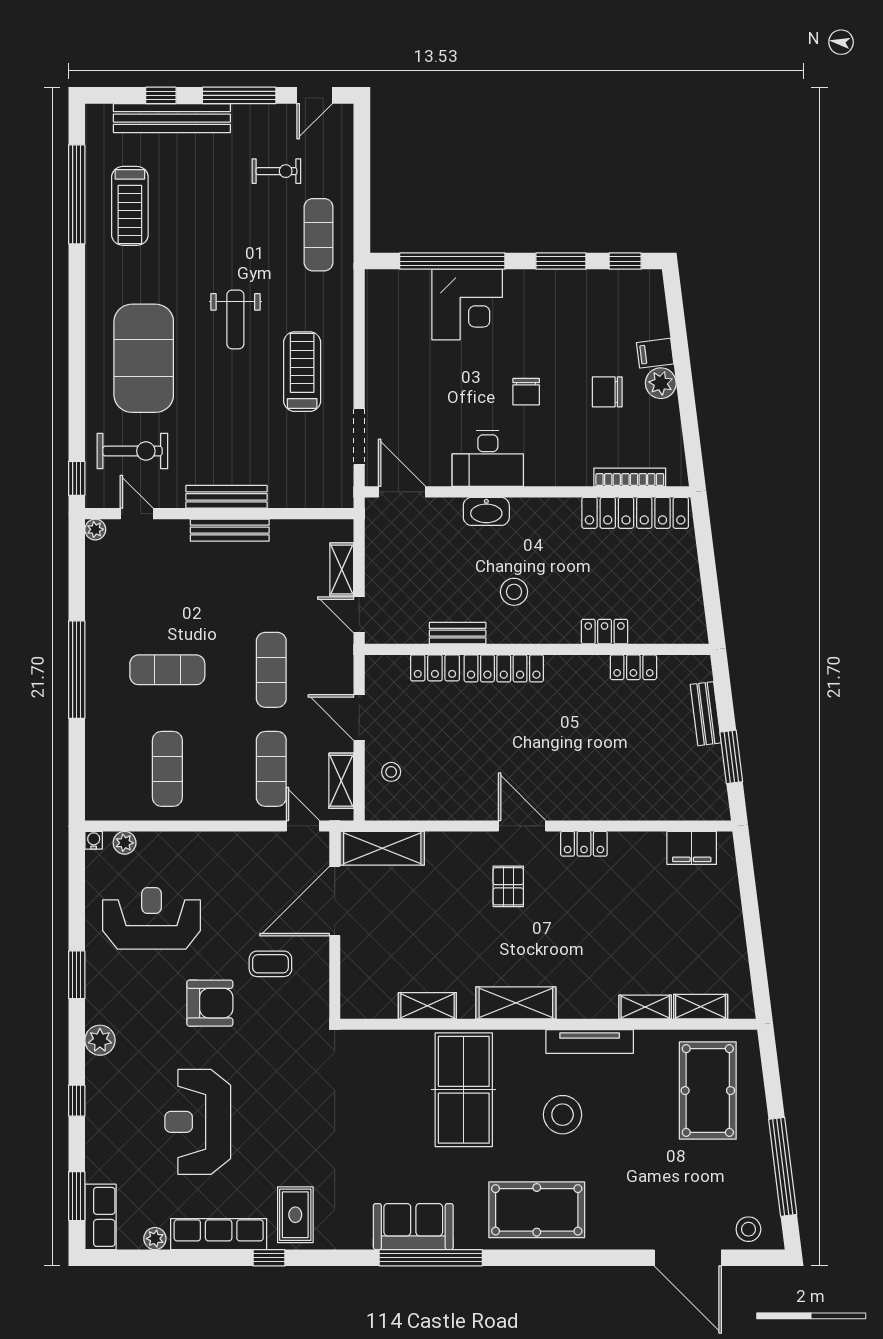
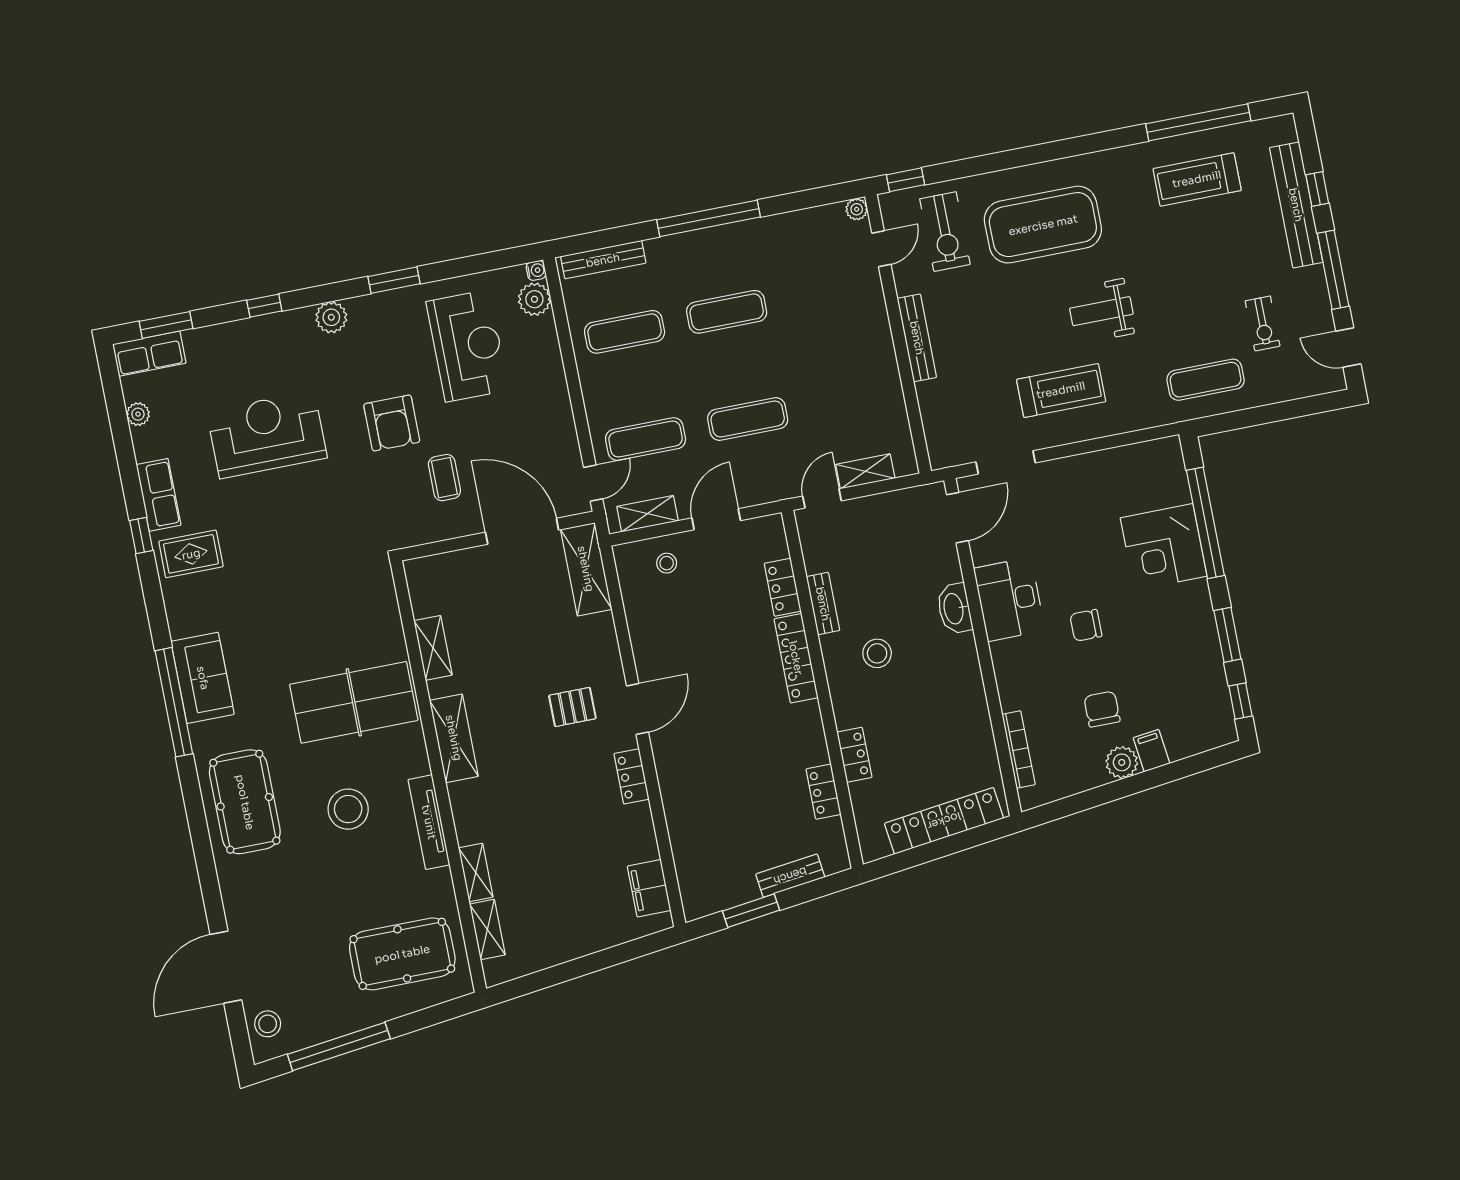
locker: (635, 513) -> (944, 821), moved, turned 83
bench: (230, 530) -> (603, 260), moved, turned 90
exercise mat: (167, 670) -> (727, 312), turned 90
plant: (125, 843) -> (534, 299), width x1.38, depth x1.38
row of seats: (219, 1234) -> (159, 495), width x0.68

